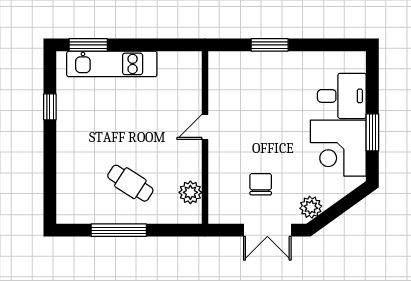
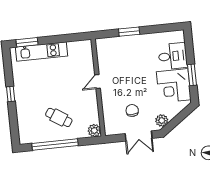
window: (50, 107) -> (11, 94), moved
plant: (190, 192) -> (94, 130), moved
window: (119, 230) -> (55, 145), width x1.46

